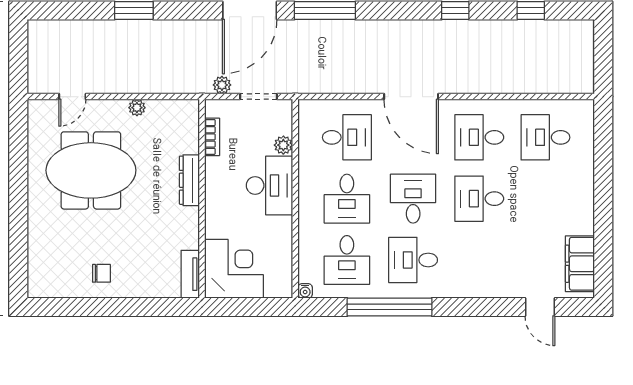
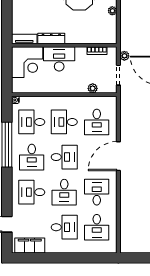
desk: (545, 137) -> (97, 227), turned 180
dresser: (189, 180) -> (51, 39), moved
desk: (269, 185) -> (59, 59), moved, turned 180
desk: (479, 199) -> (64, 192), turned 180
desk: (545, 199) -> (64, 227), added
desk: (413, 260) -> (32, 157), turned 180
desk: (479, 260) -> (32, 192), added

